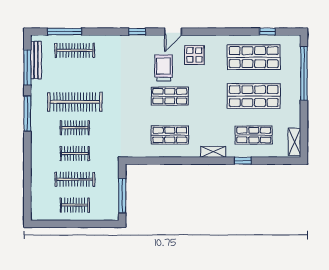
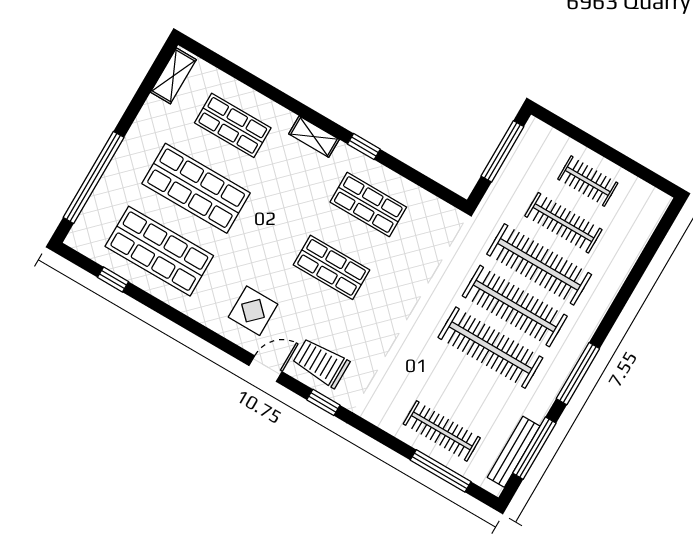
trolley: (164, 68) -> (321, 363), moved, turned 90
clothes rail: (75, 128) -> (515, 306), width x1.86, depth x1.31
clothes rail: (75, 153) -> (539, 264), width x1.86, depth x1.31
window: (243, 161) -> (364, 147), moved

